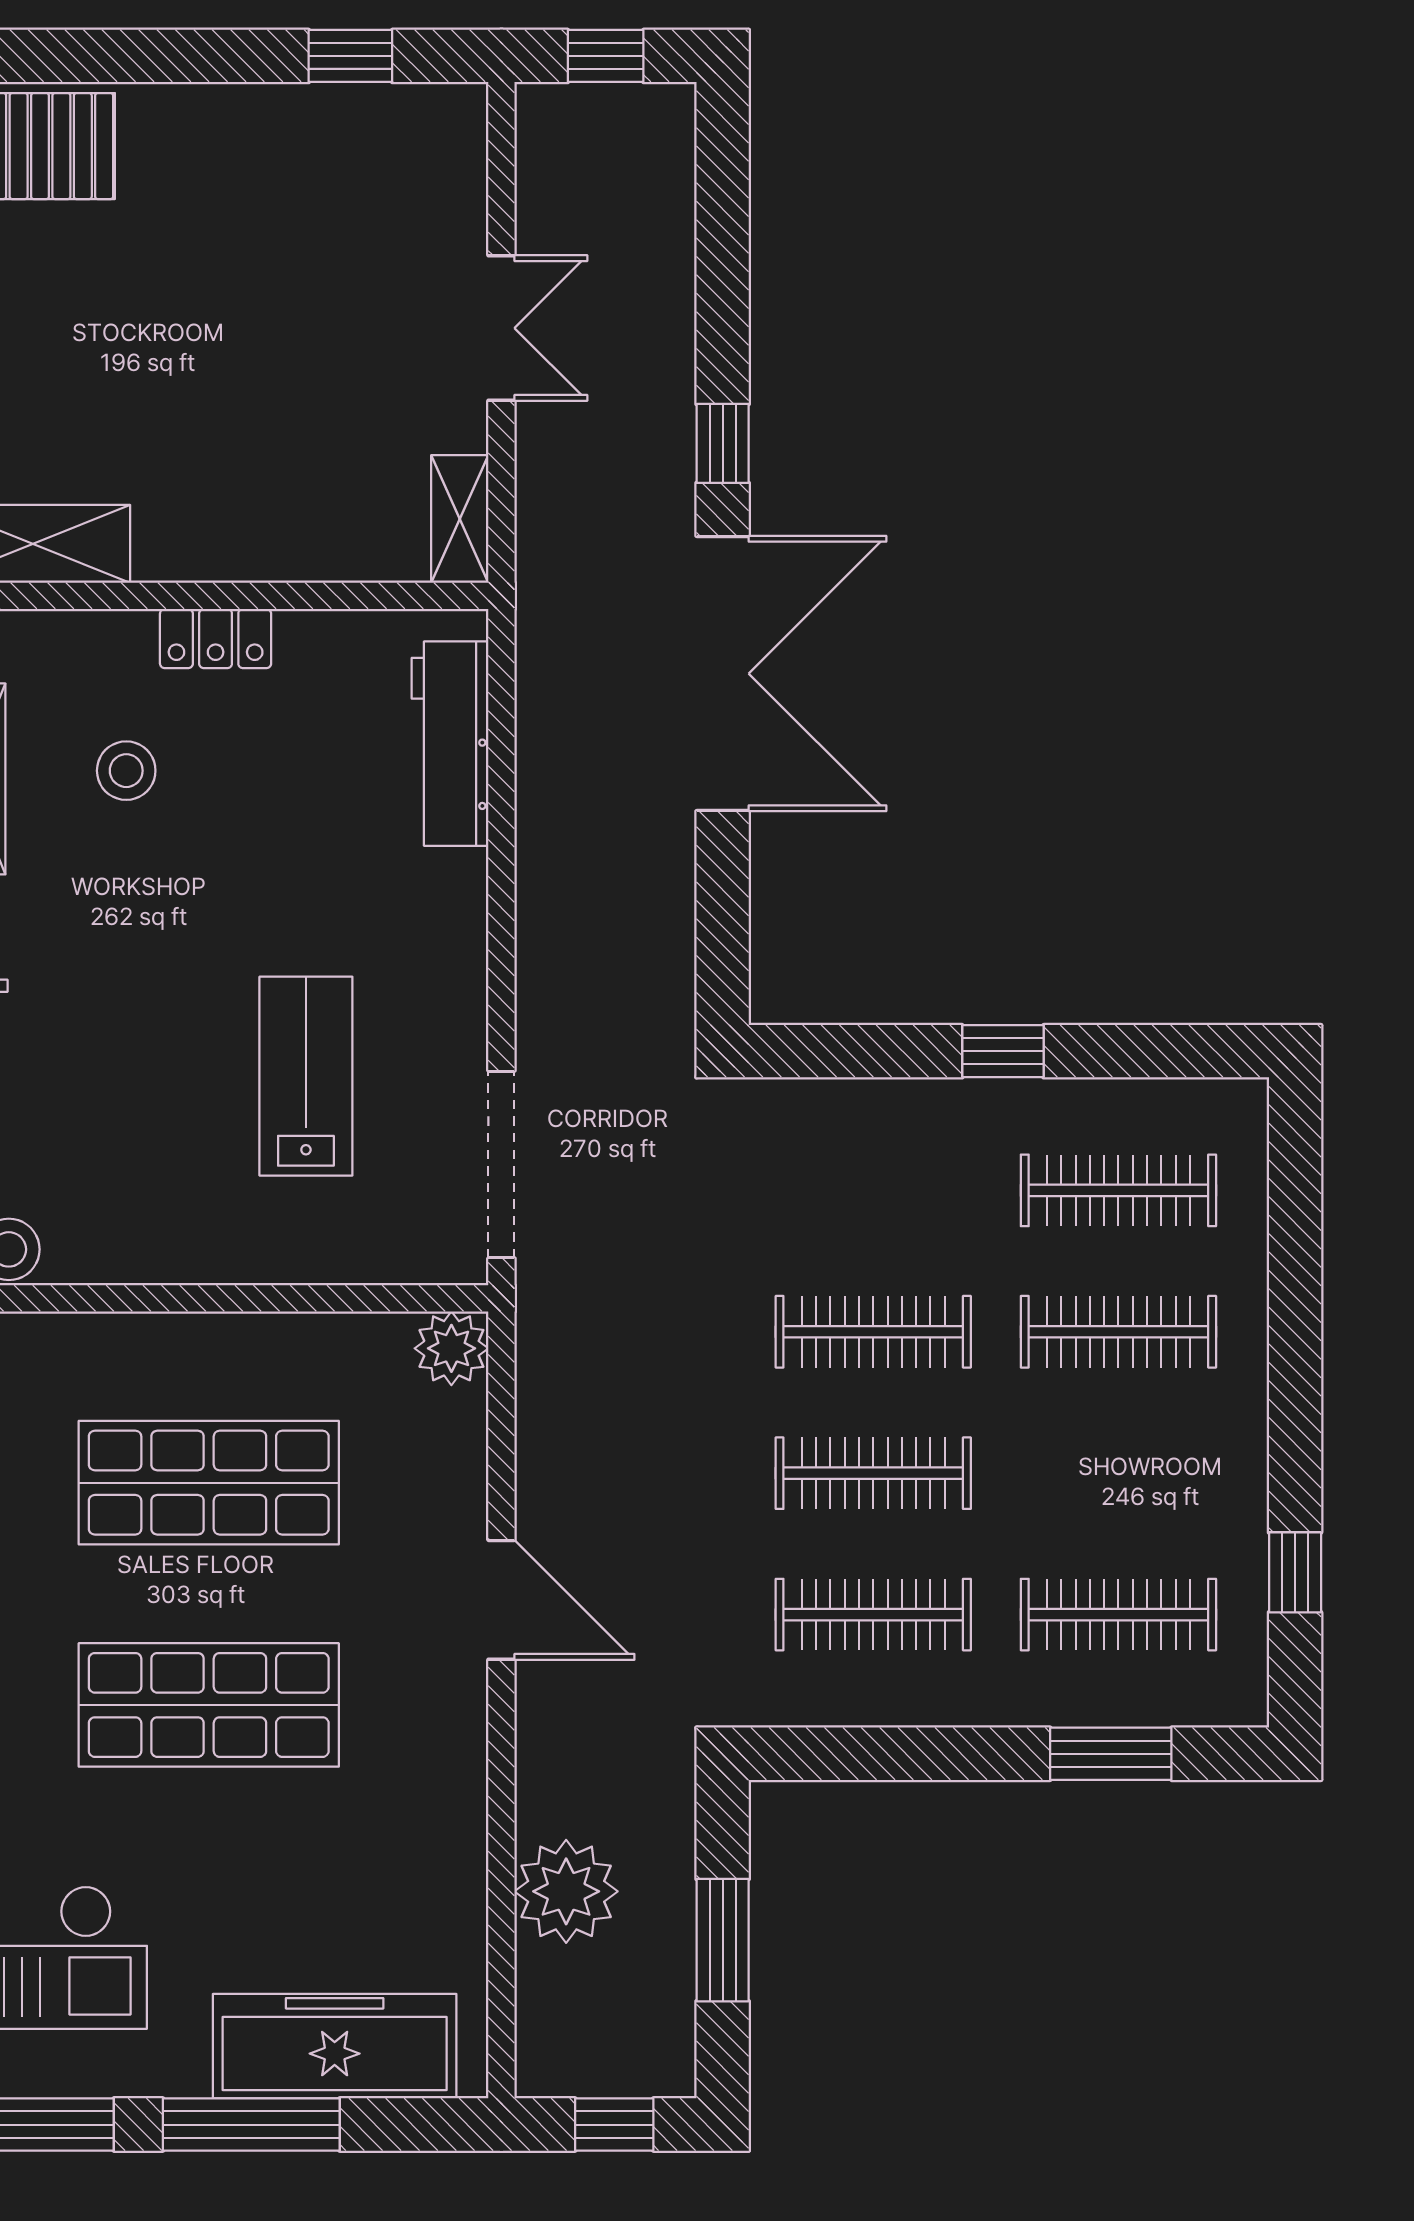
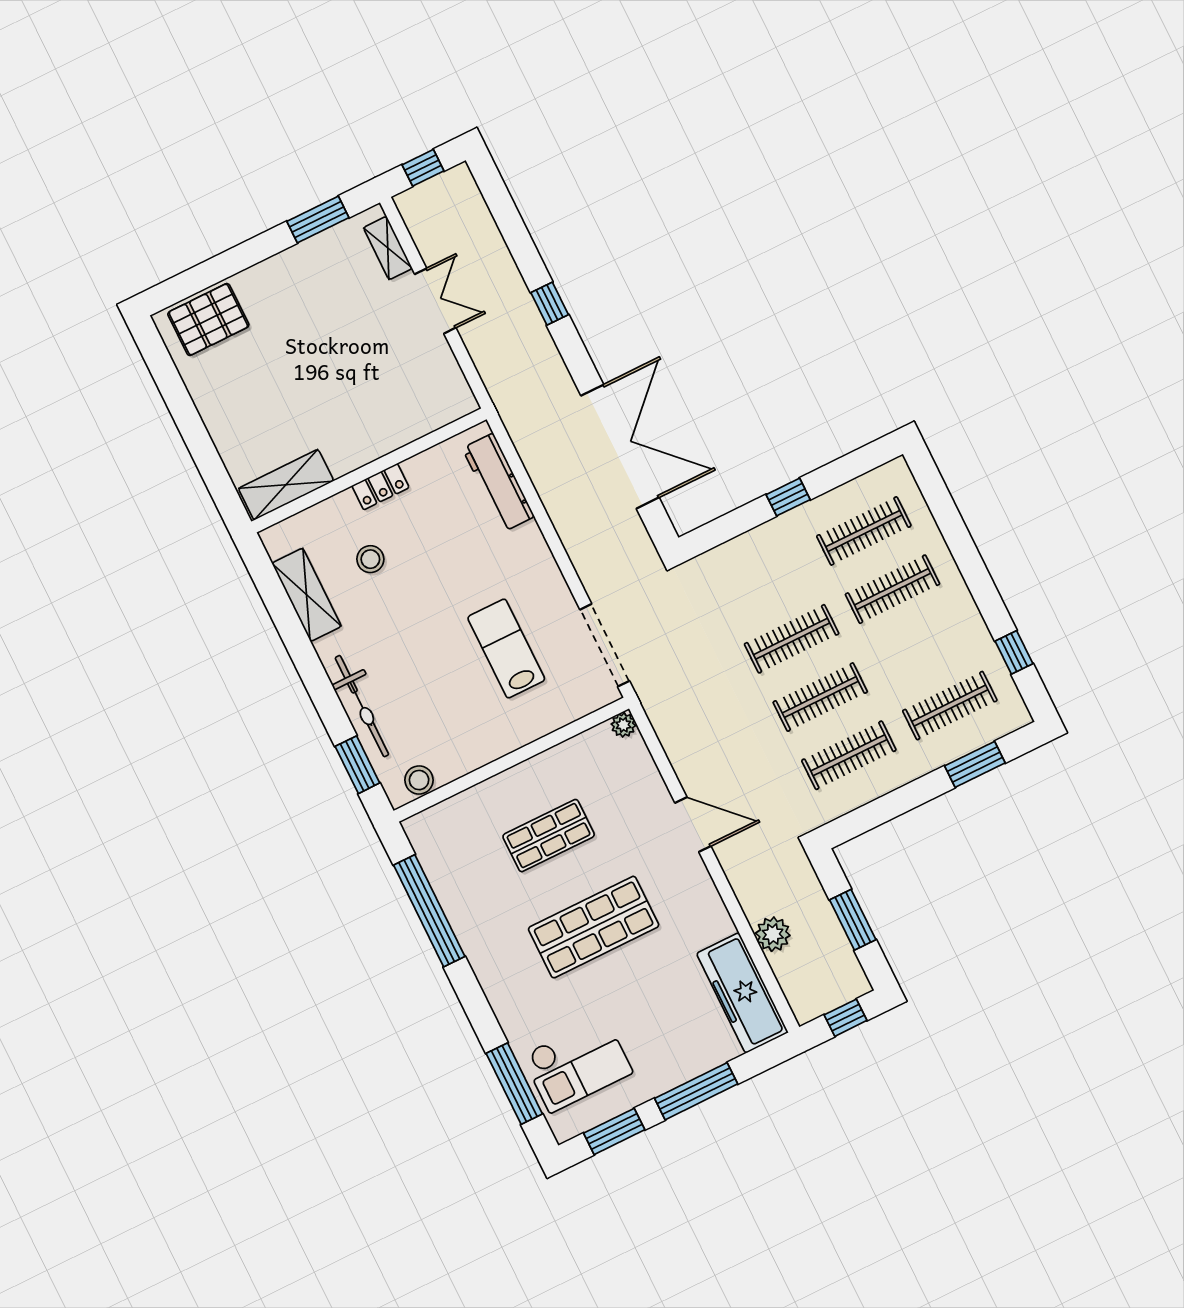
window: (350, 56) -> (318, 219), width x1.50
shelving: (460, 519) -> (388, 248), moved
double door: (723, 674) -> (620, 447), moved
plant: (451, 1348) -> (623, 725), width x0.73, depth x0.73
shop shelf: (209, 1483) -> (549, 836), width x0.70, depth x0.74
plant: (566, 1891) -> (773, 934), width x0.73, depth x0.73
freezer: (335, 2046) -> (742, 993), moved, turned -90

